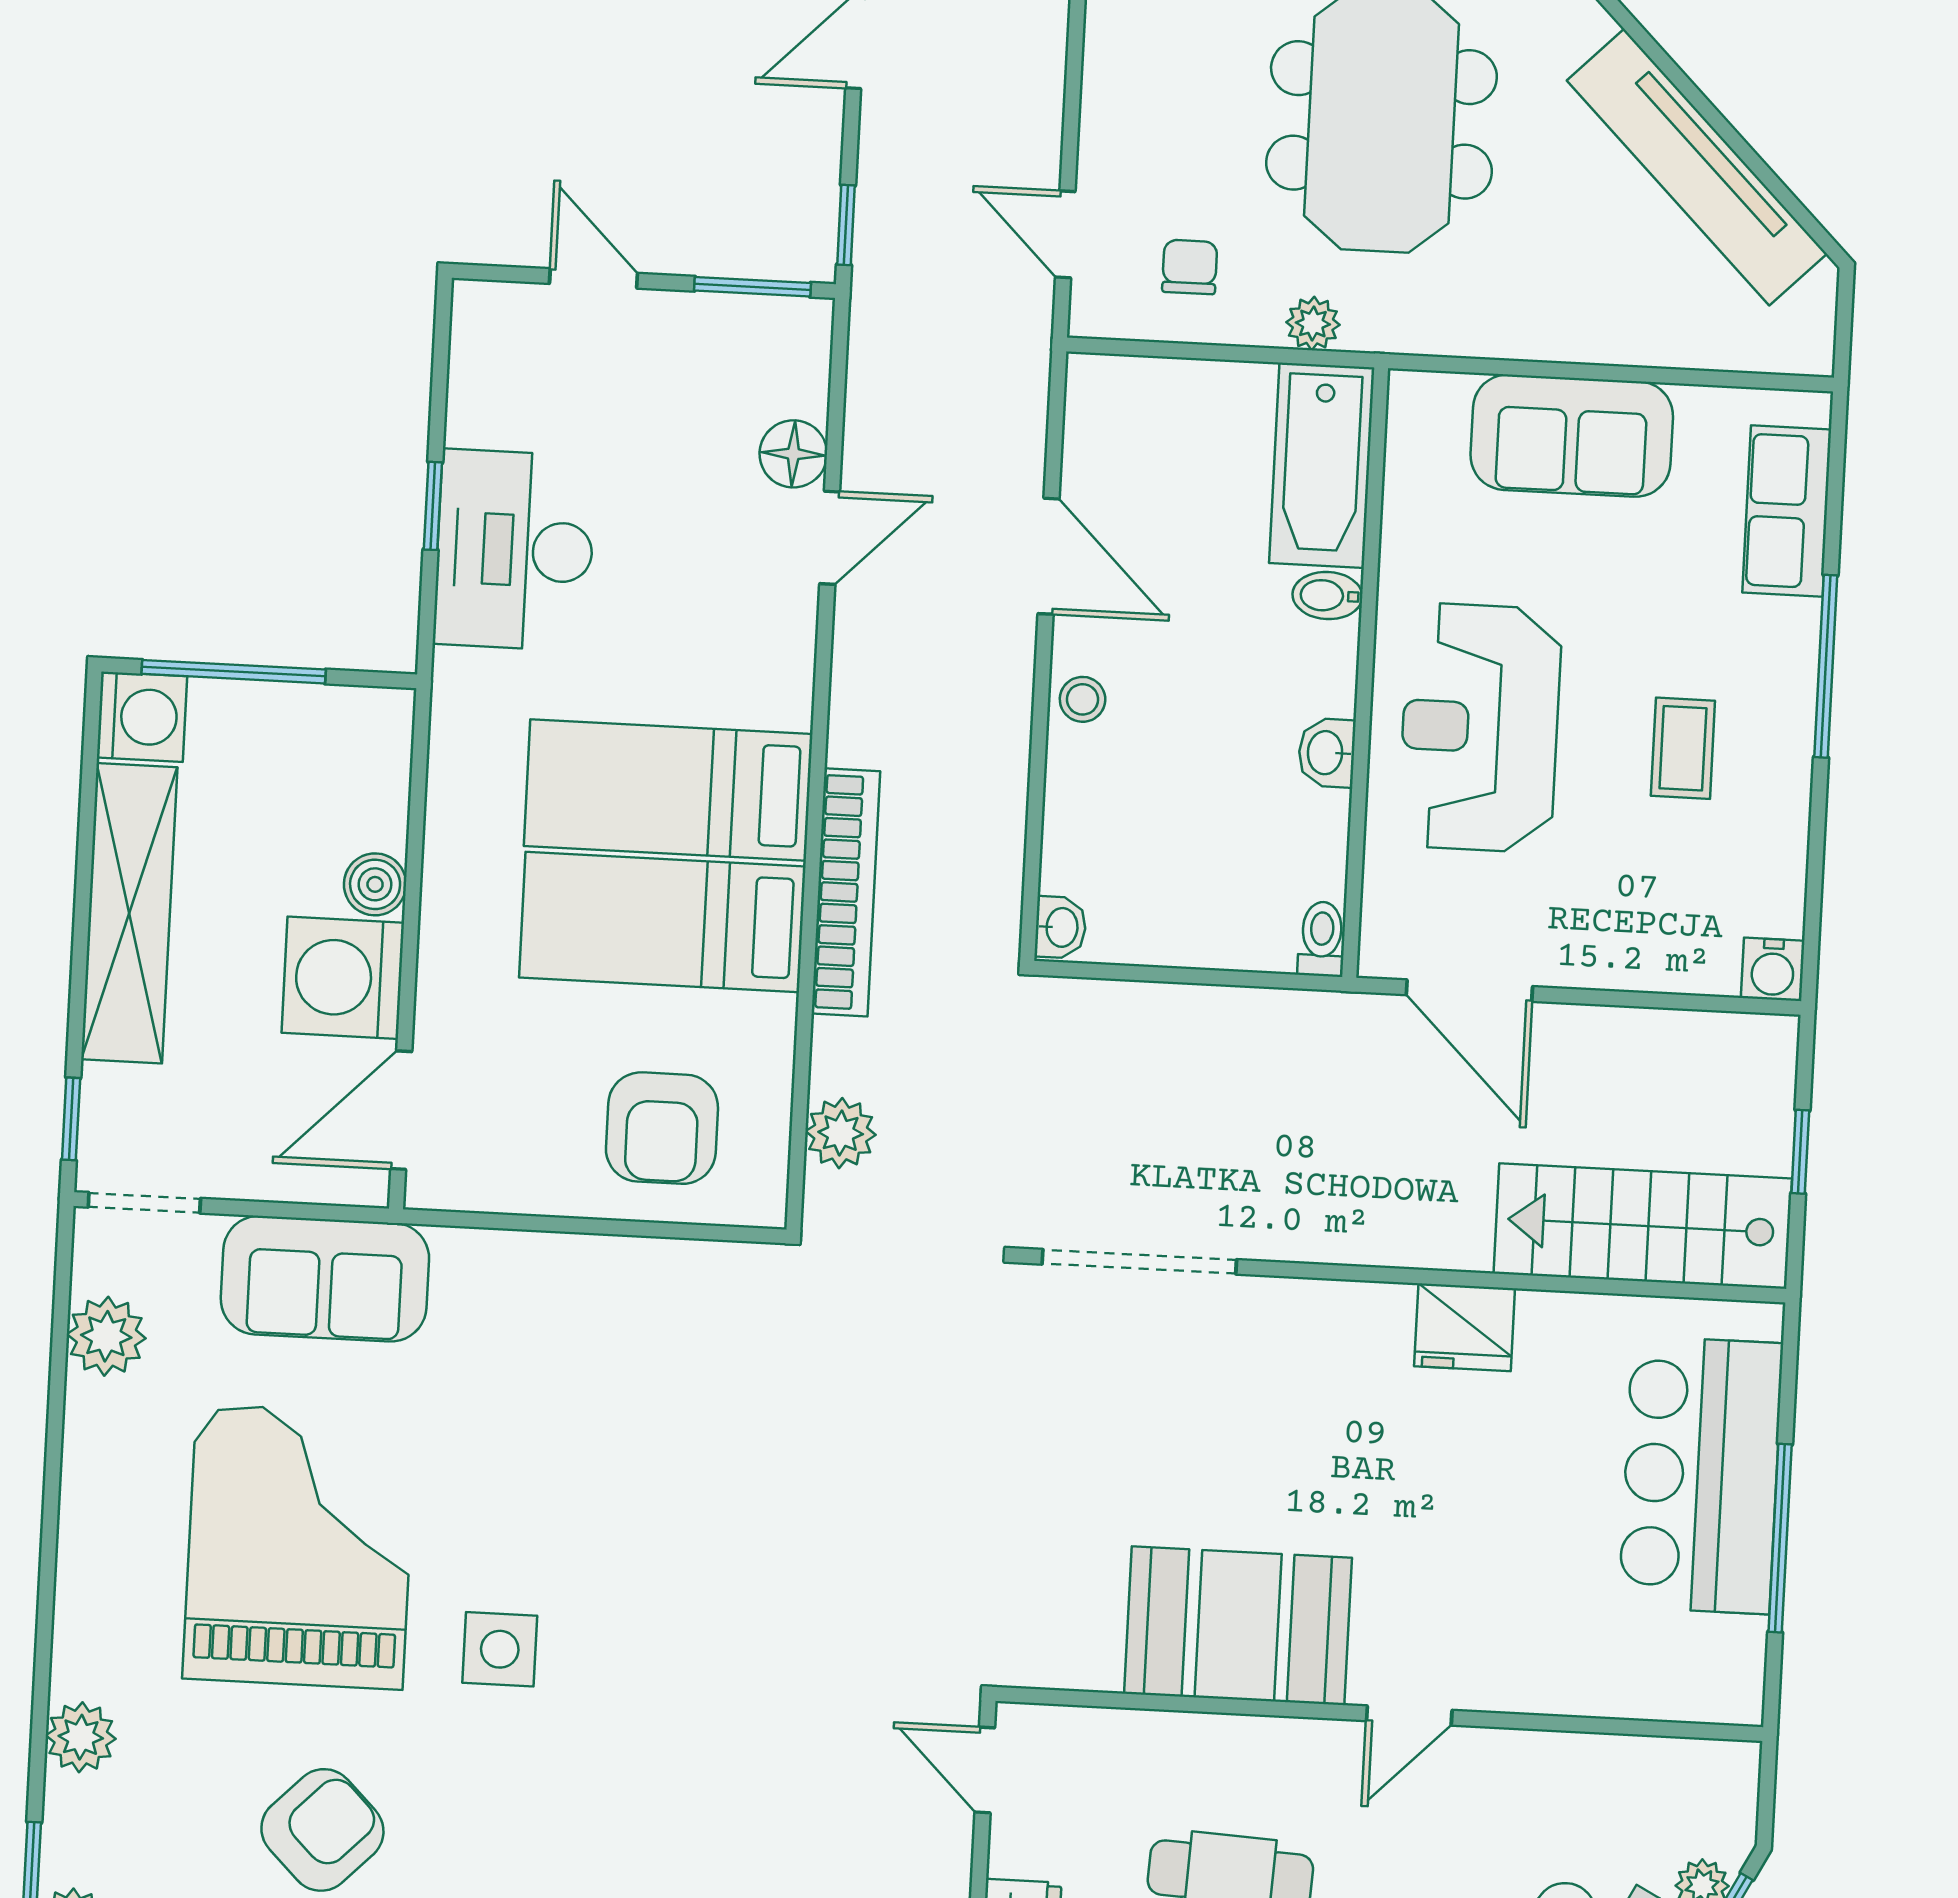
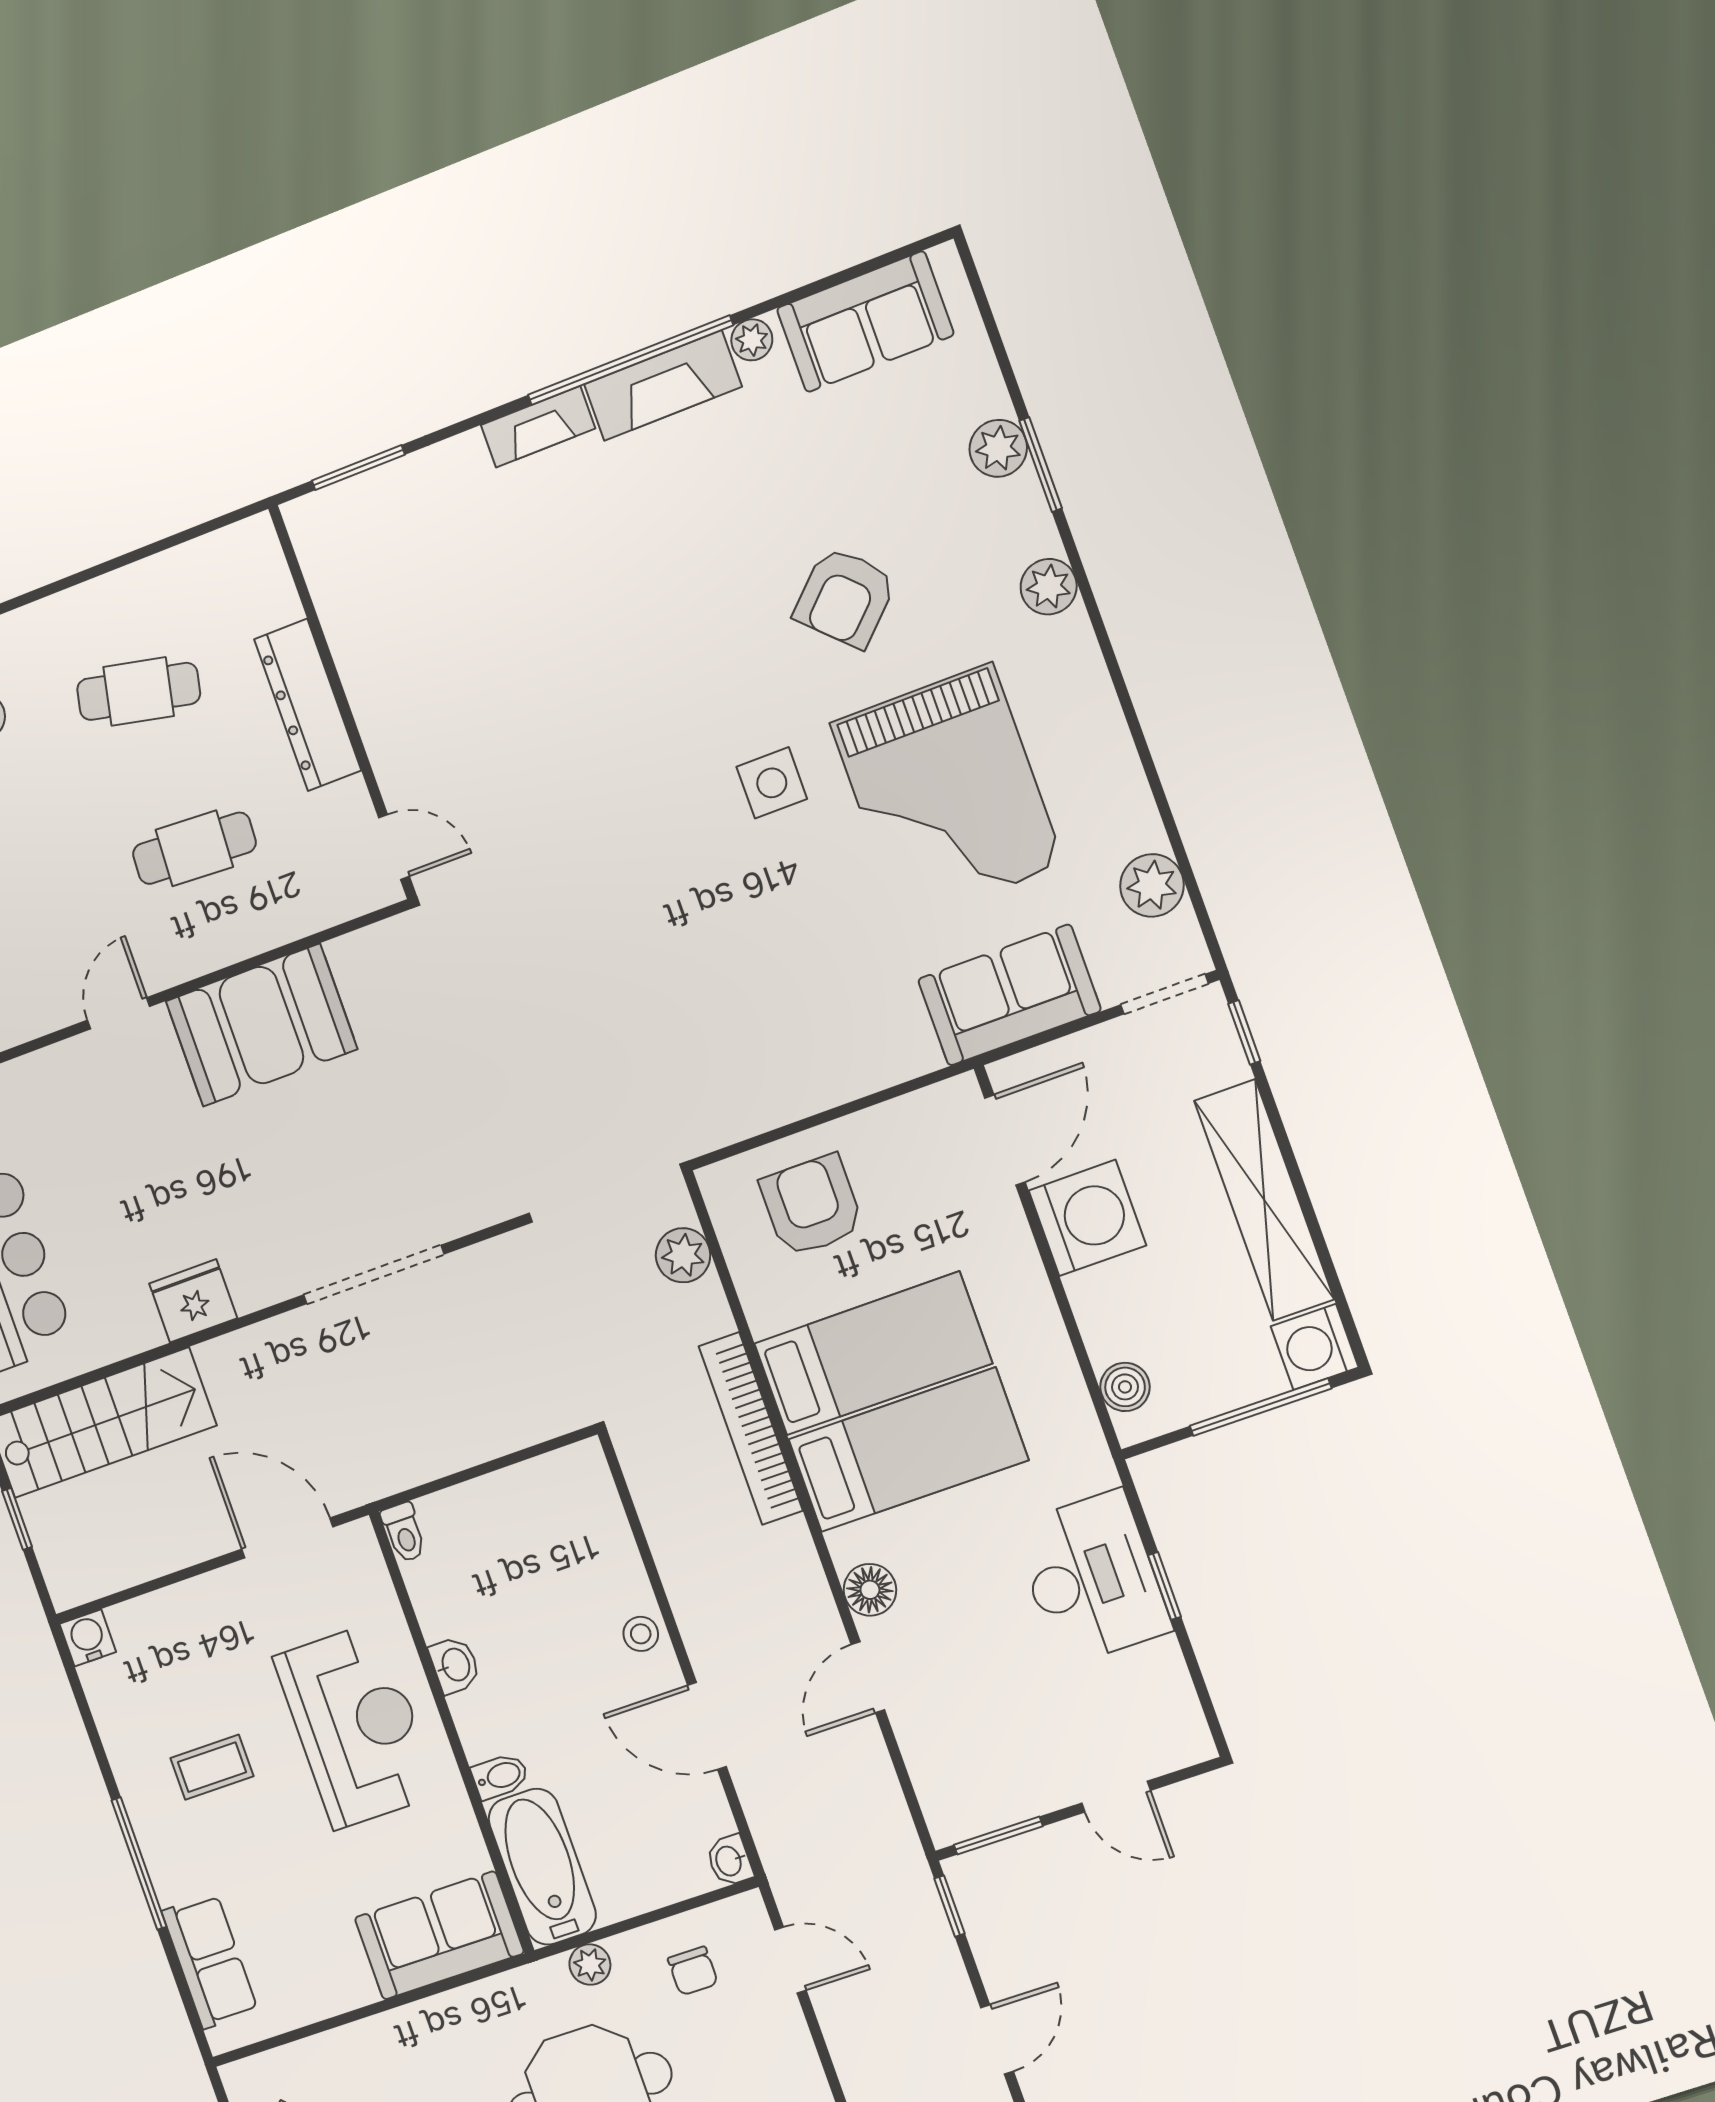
sofa: (1572, 436) -> (439, 1935), moved
floor lamp: (793, 454) -> (870, 1590), moved
coffee table: (1683, 748) -> (212, 1767), turned 90
boiler: (375, 884) -> (1125, 1387), moved
washbasin: (1061, 927) -> (730, 1861), moved
doorway: (1139, 1262) -> (374, 1274), moved

